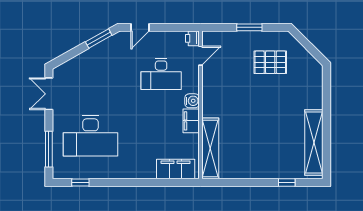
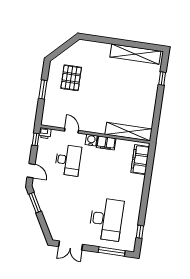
window: (182, 27) -> (36, 139), added
door: (201, 56) -> (72, 131), moved

